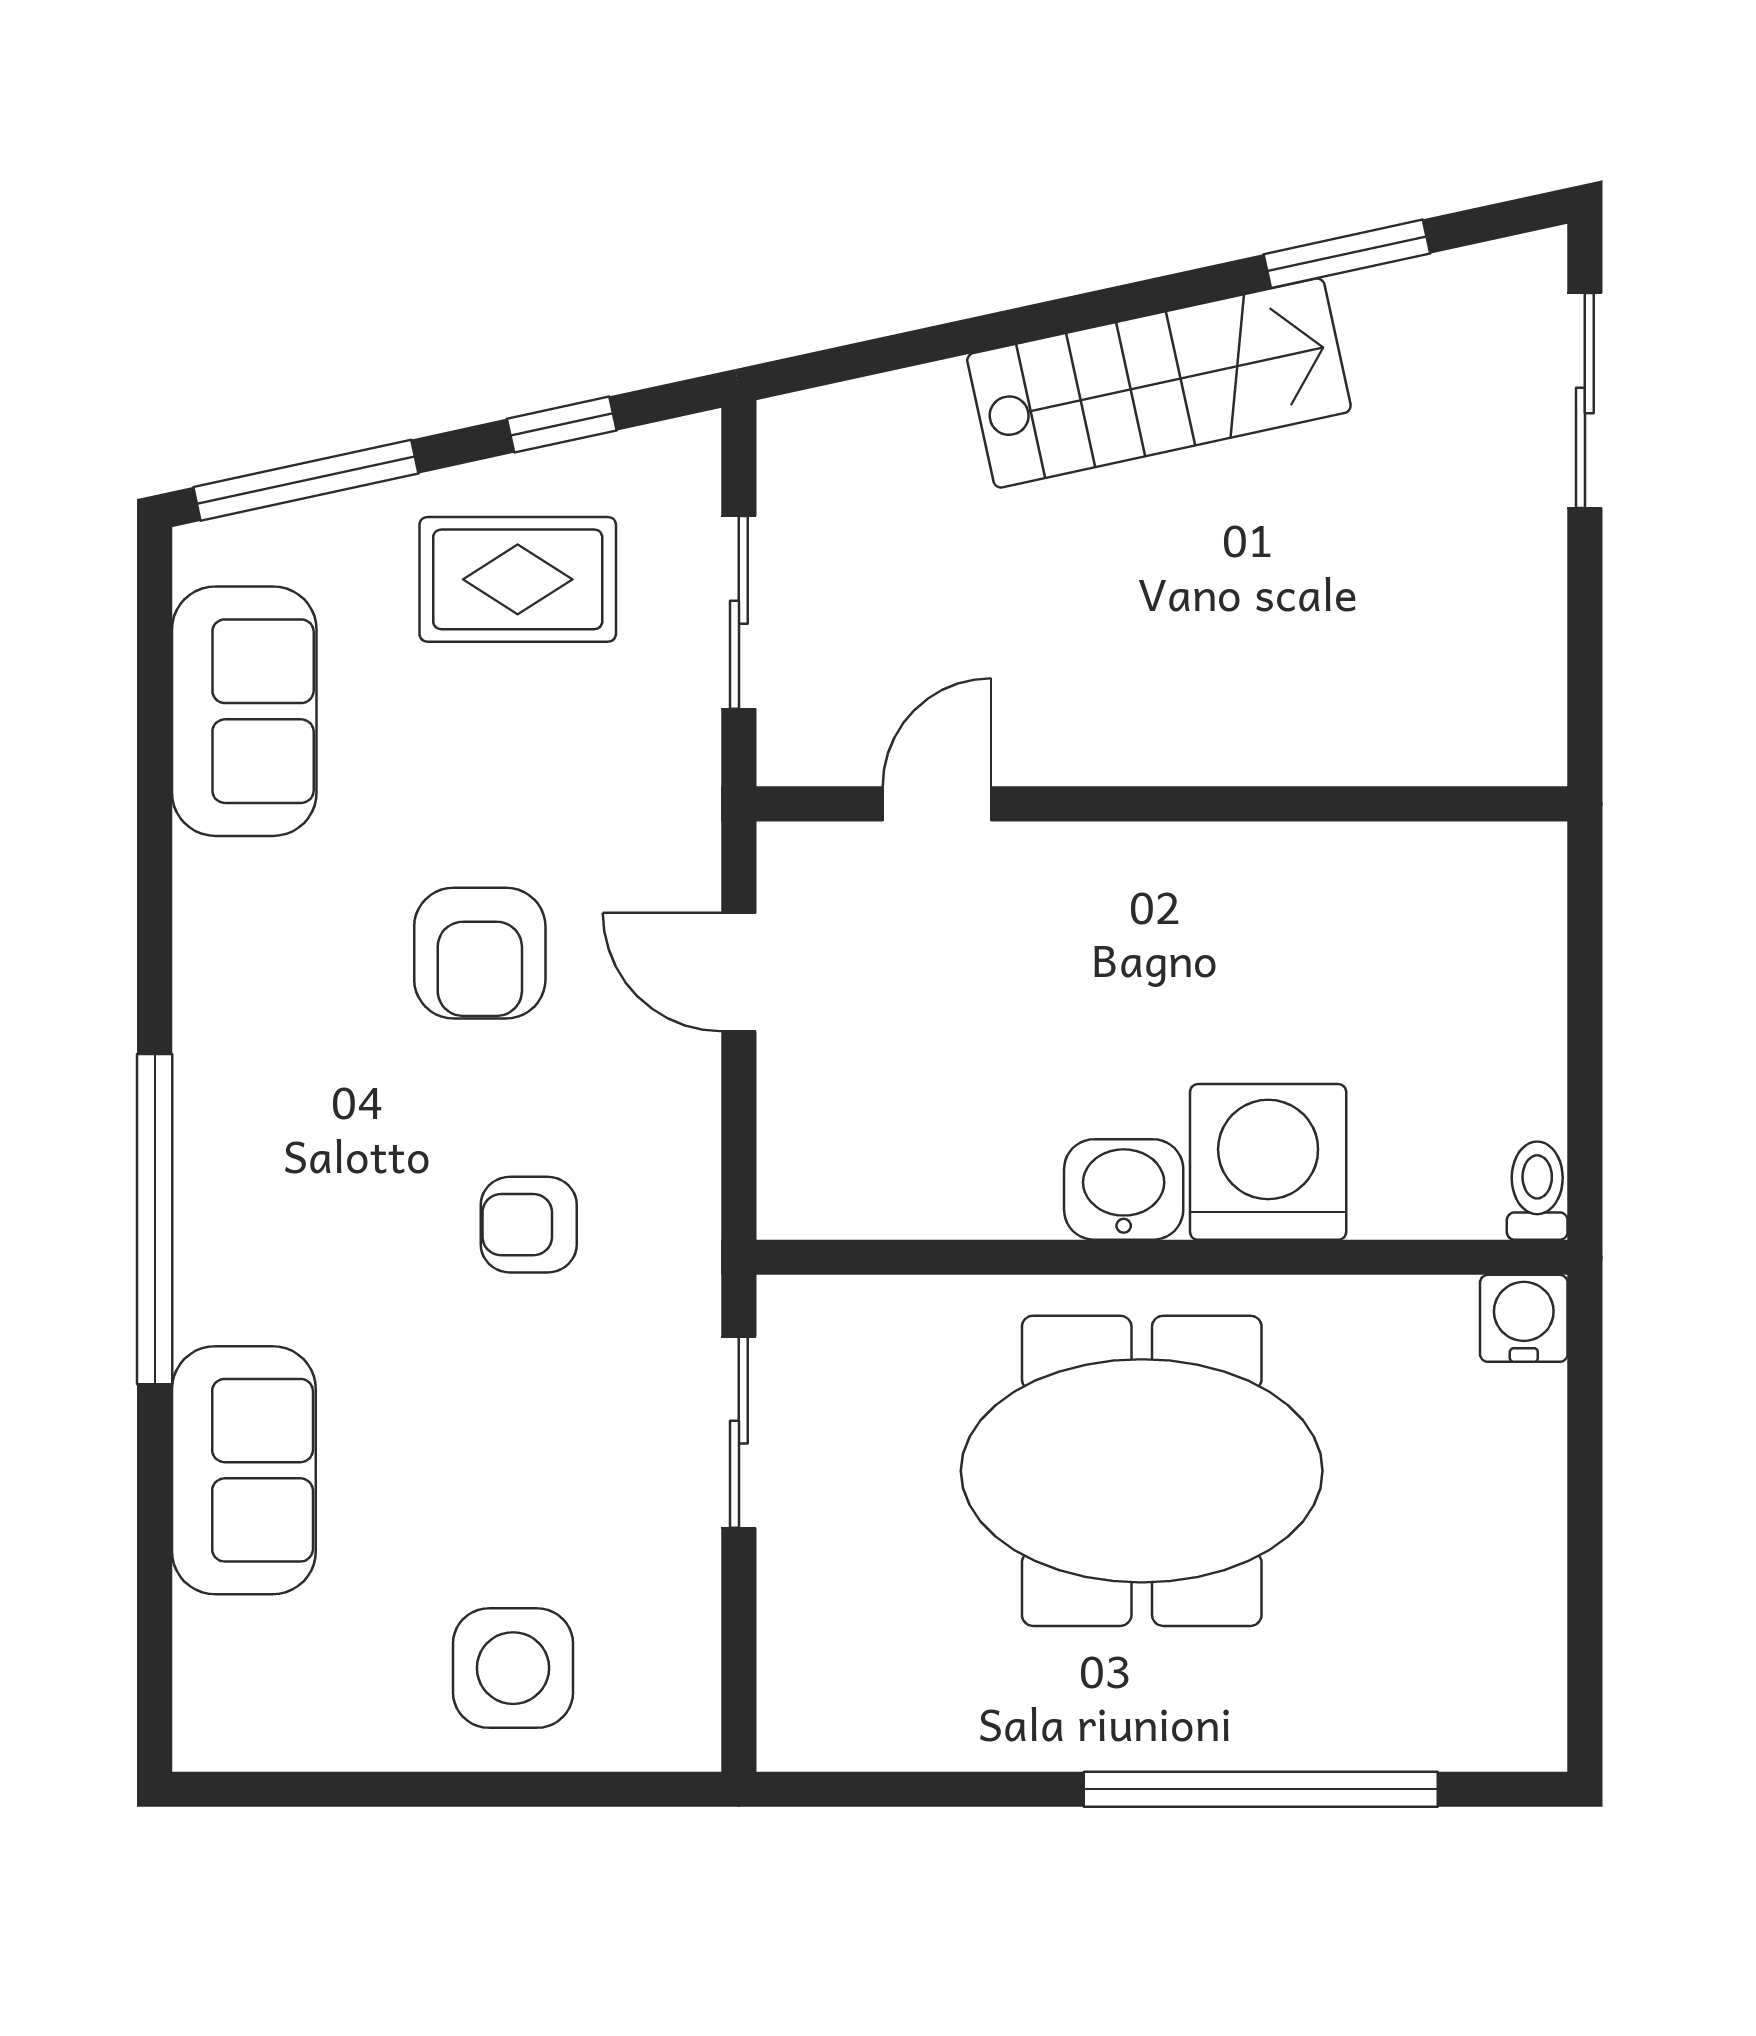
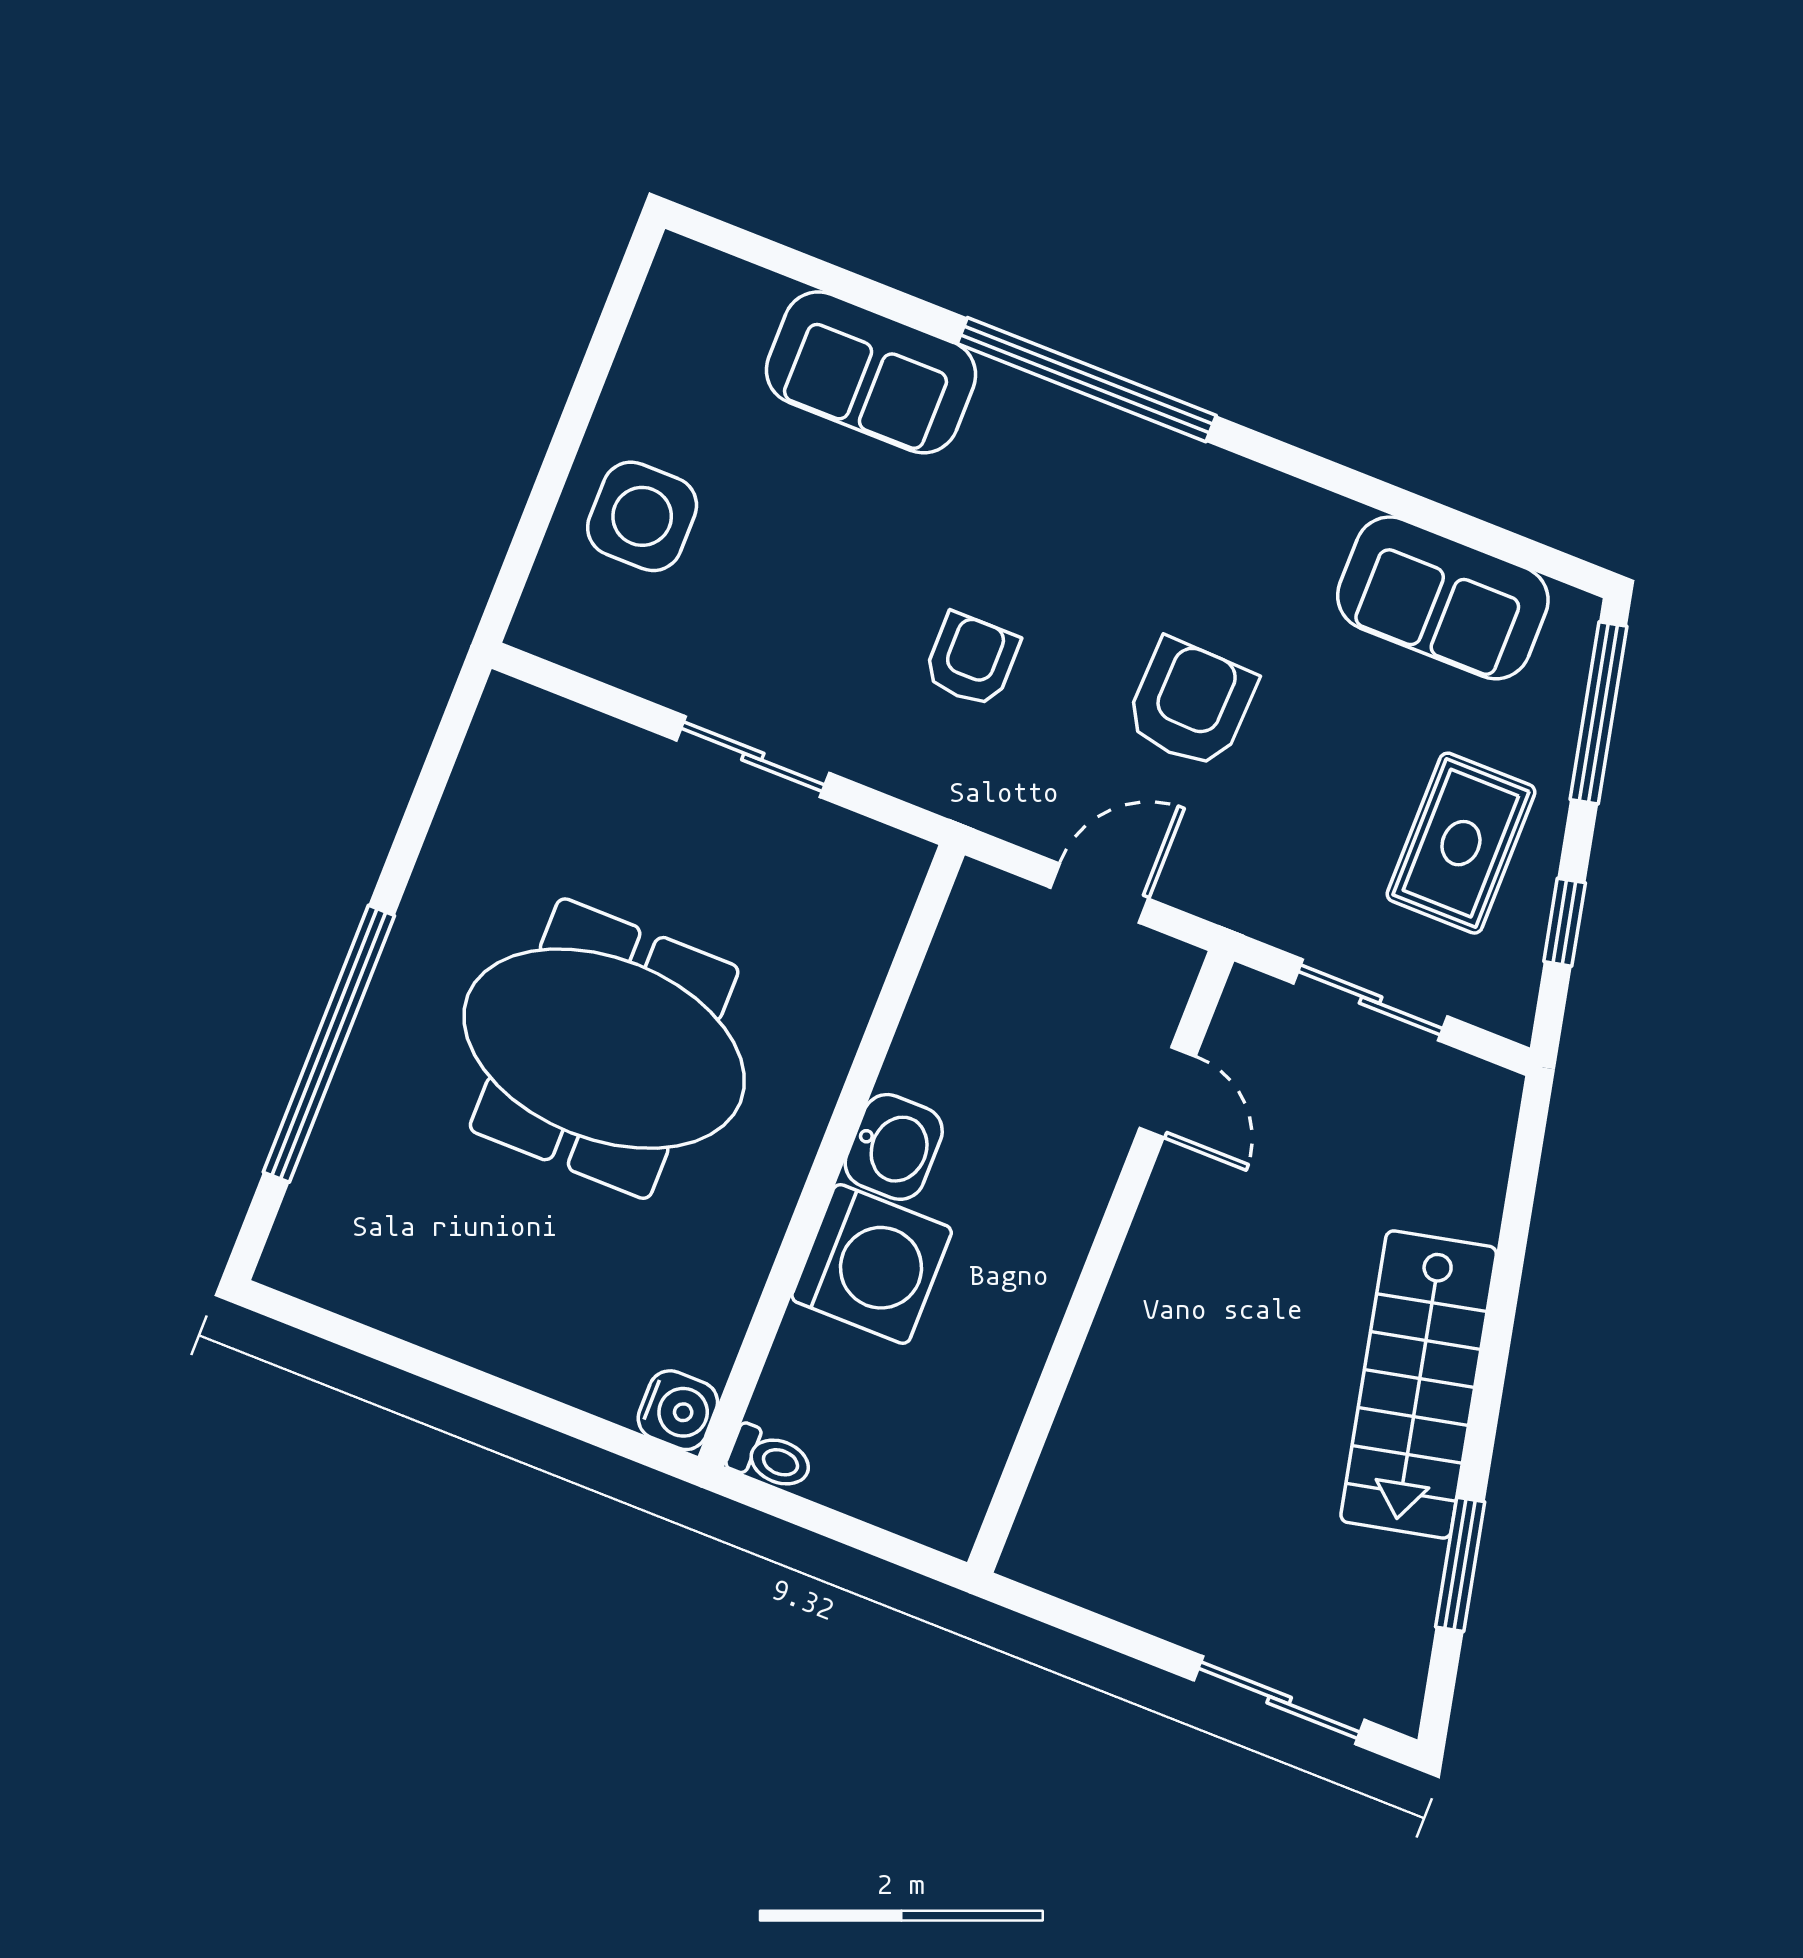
armchair: (480, 953) -> (1191, 704), turned 92
washing machine: (1268, 1162) -> (872, 1264), moved
washbasin: (1124, 1189) -> (894, 1147), moved
toilet: (1537, 1191) -> (770, 1458), moved
wall: (1162, 1257) -> (831, 1156), moved
water cooler: (1524, 1318) -> (678, 1410), moved
meeting table: (1142, 1471) -> (604, 1049), turned 90

